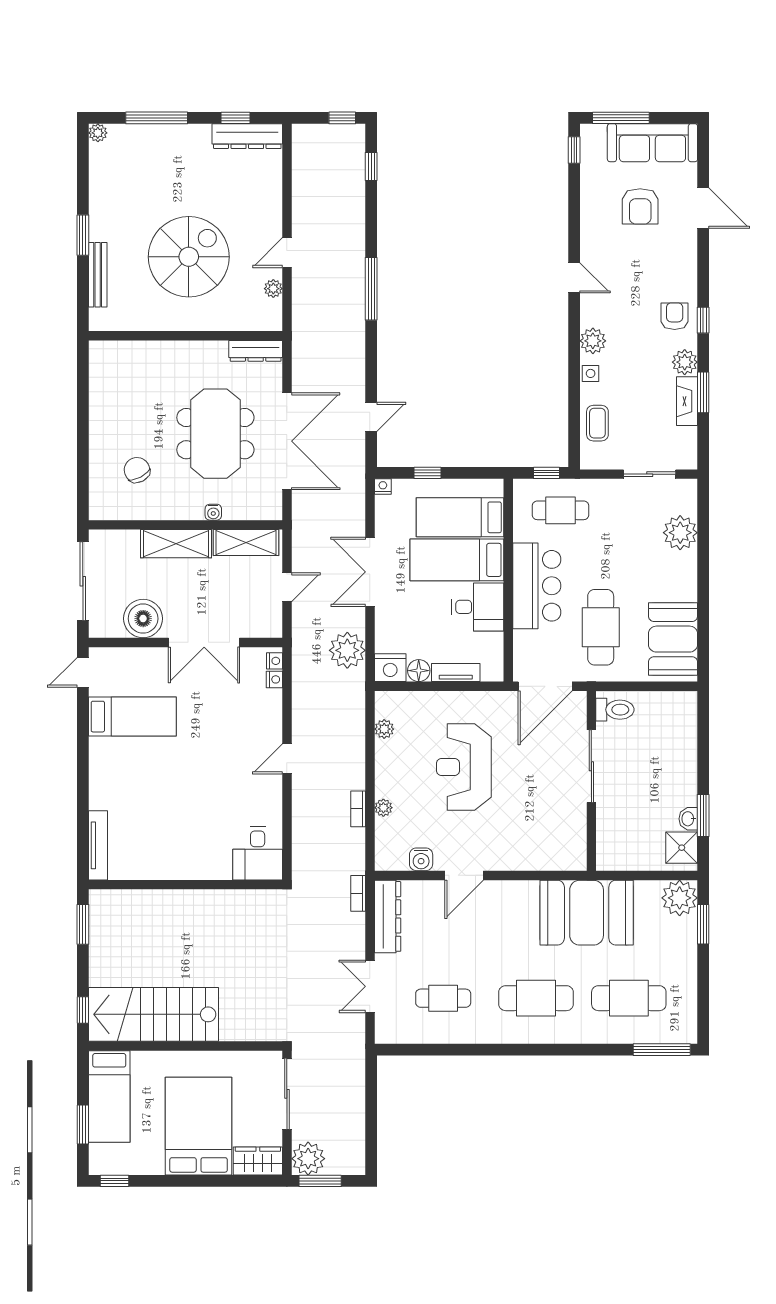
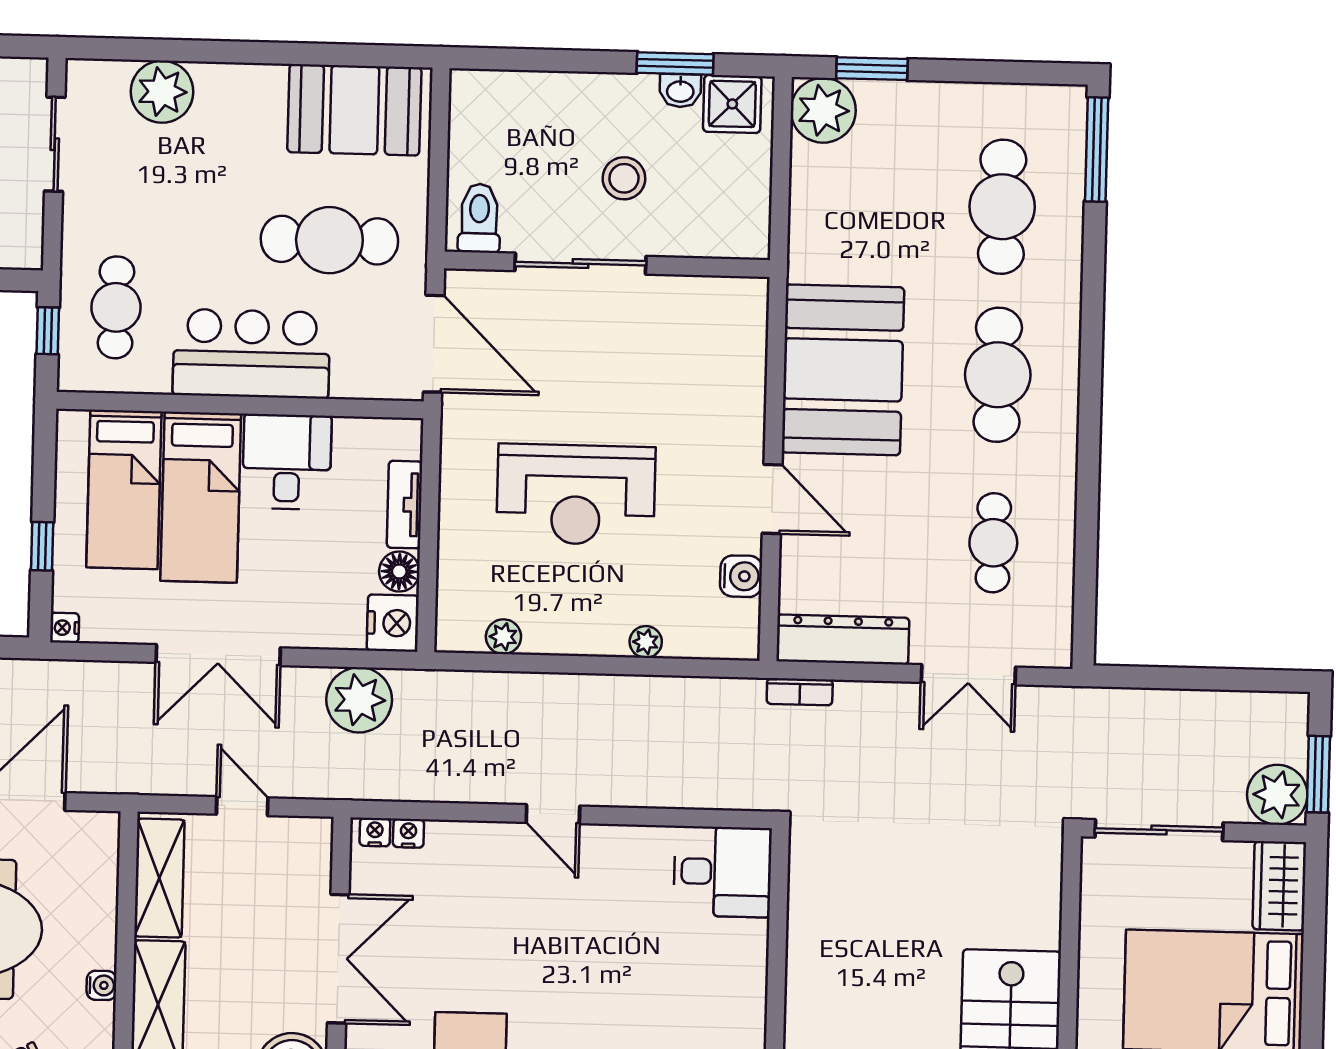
water cooler: (213, 512) -> (102, 985), moved
stool: (639, 789) -> (624, 178), added
bookcase: (358, 809) -> (647, 688), removed
booth: (587, 913) -> (843, 370), moved

